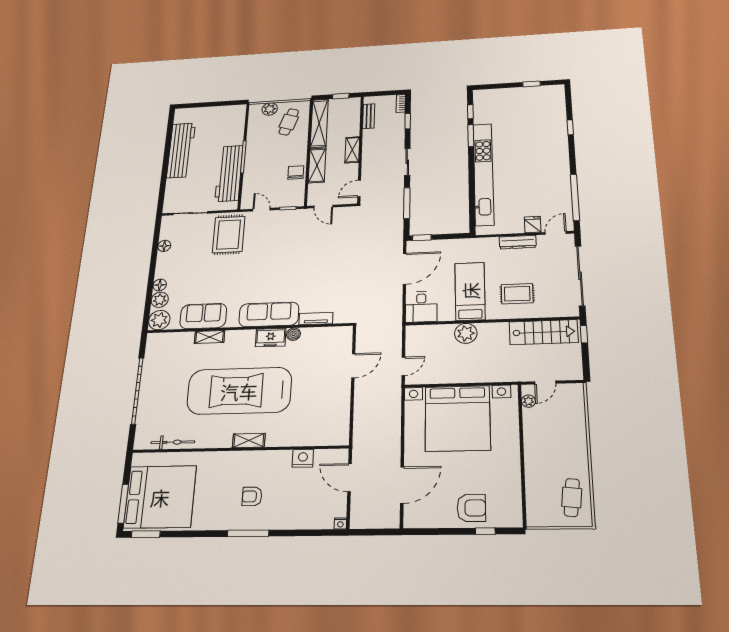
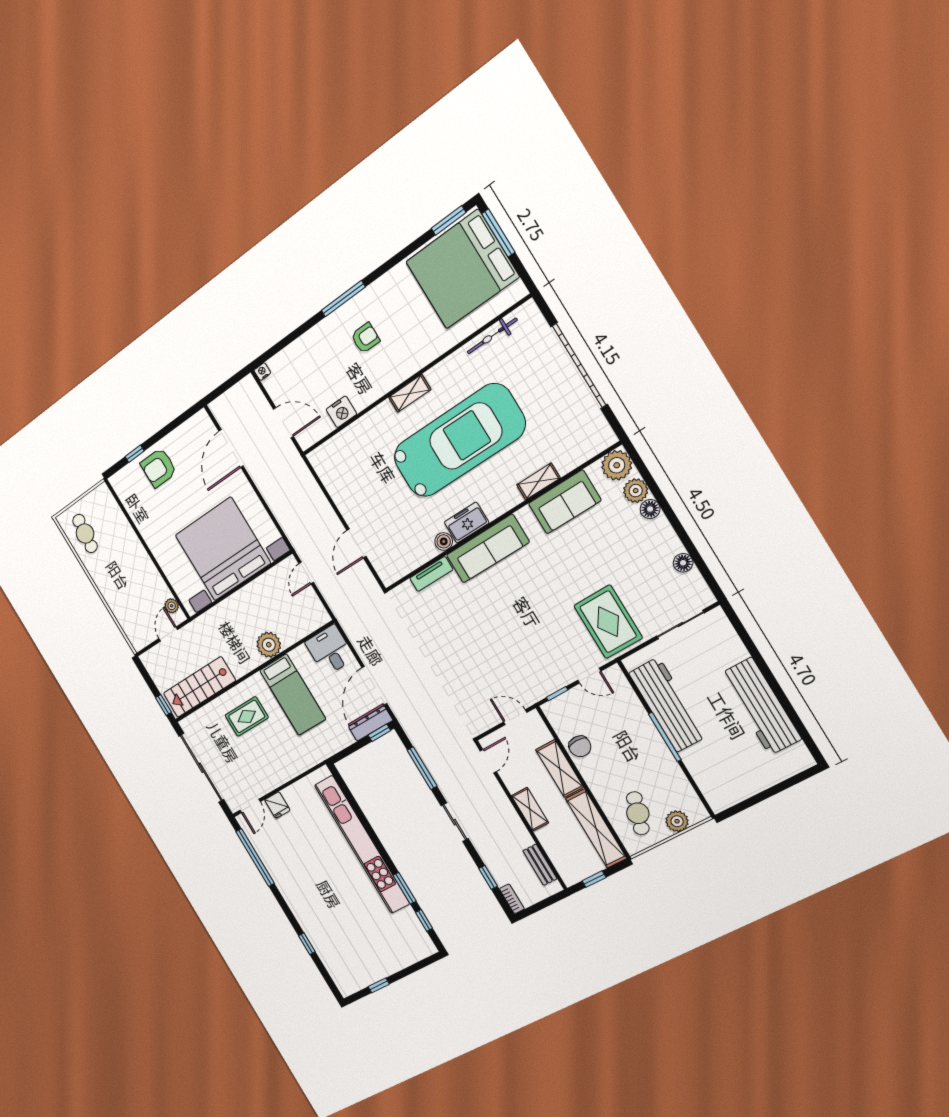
dresser: (518, 242) -> (371, 723), moved

